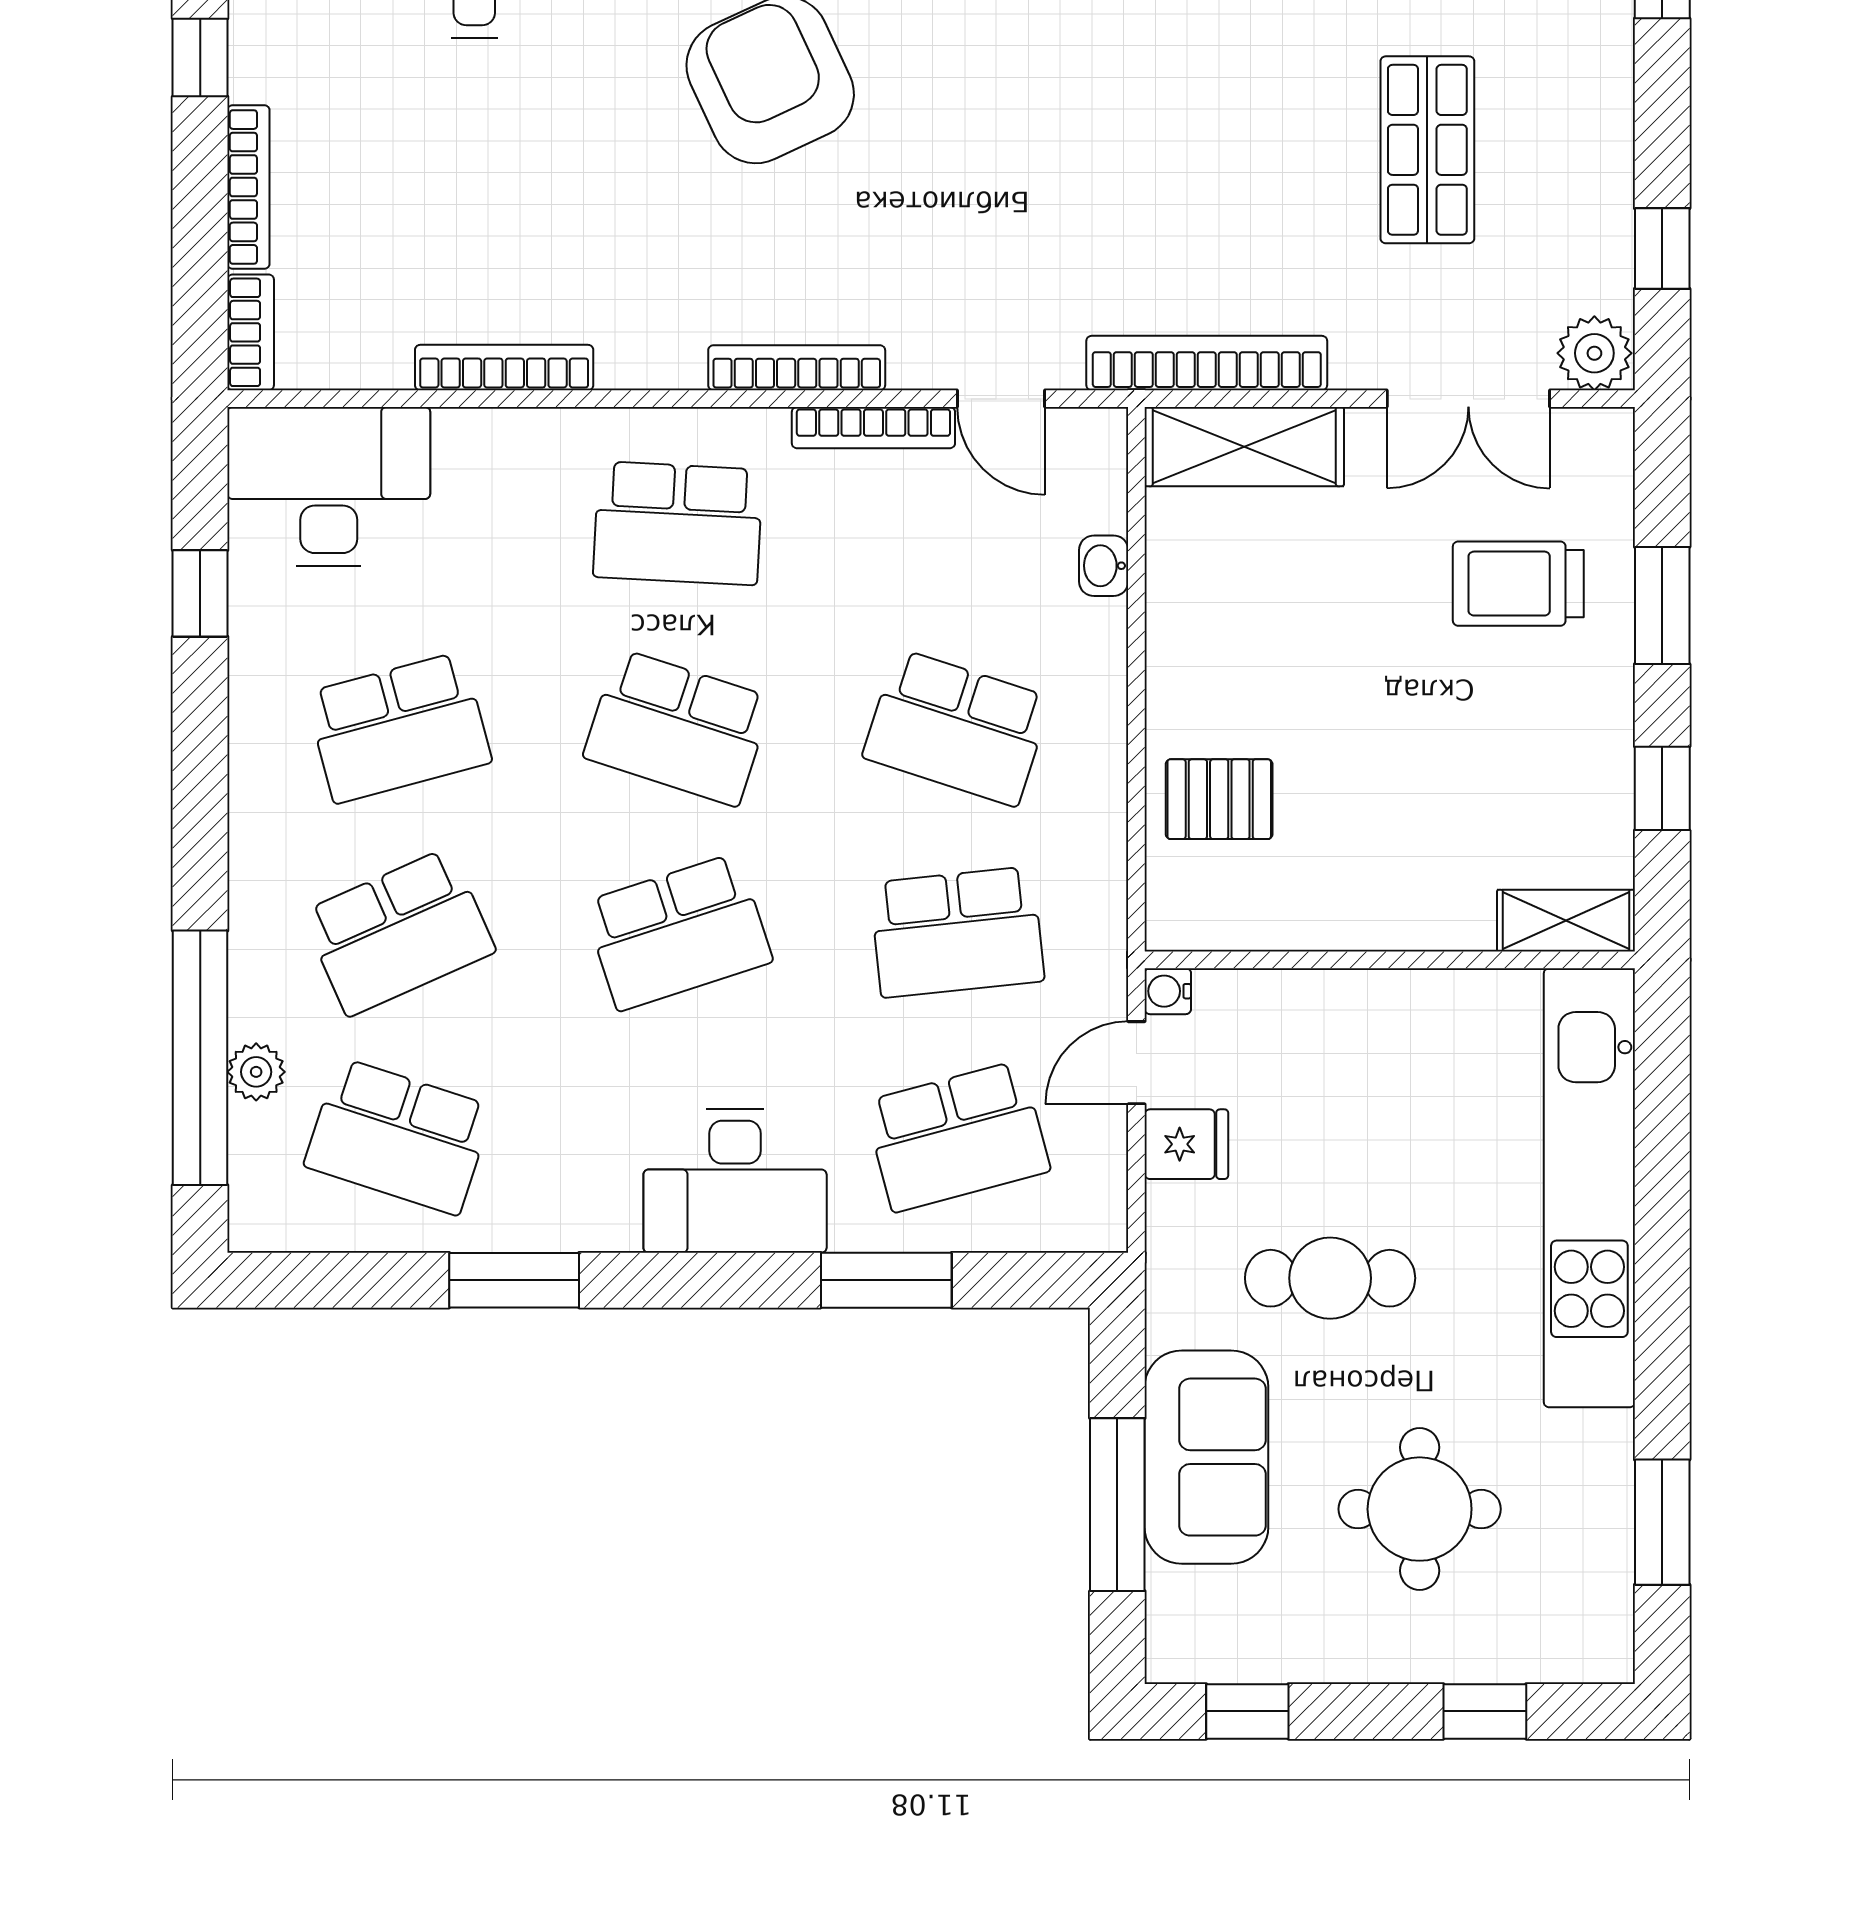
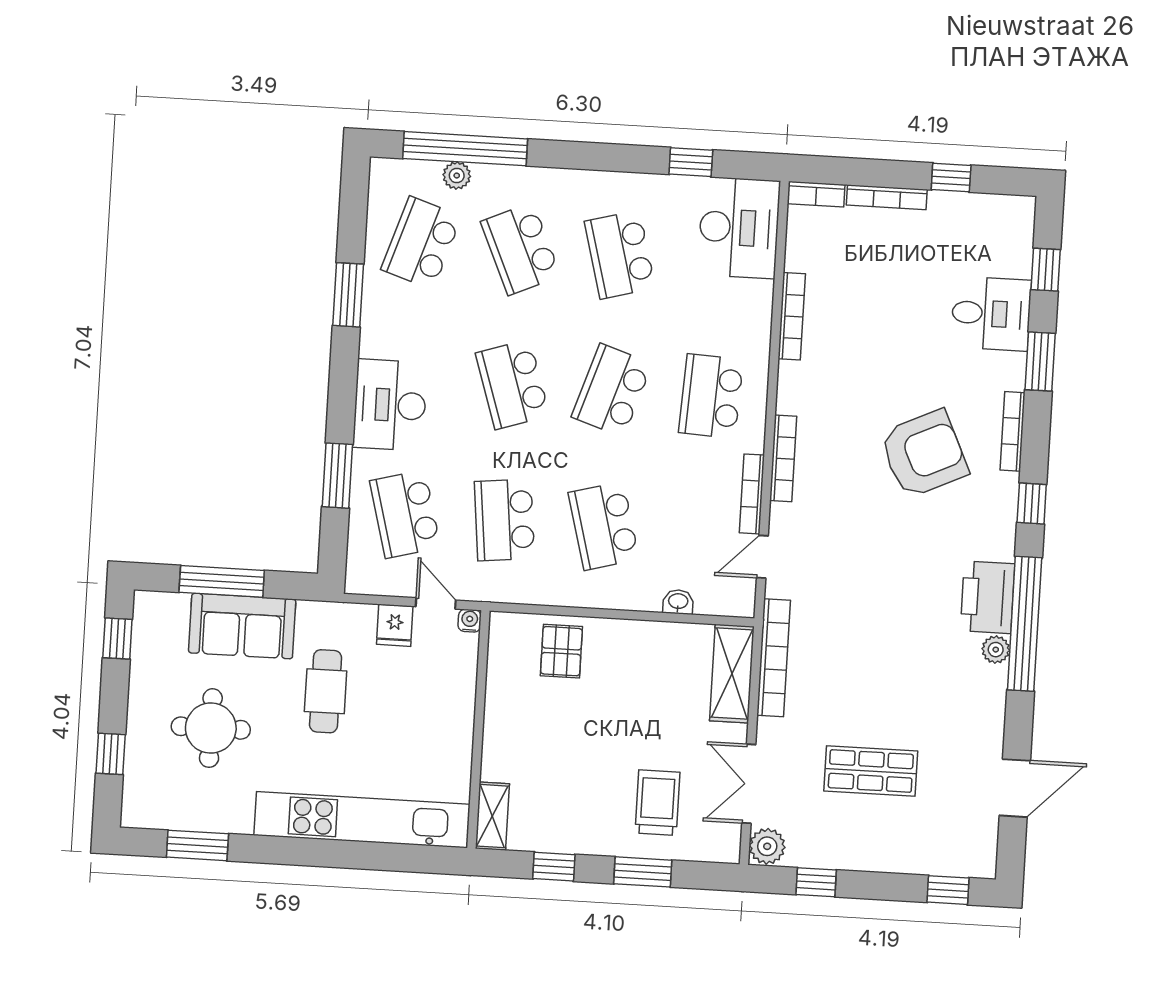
school desk: (957, 728) -> (604, 526), turned -33

